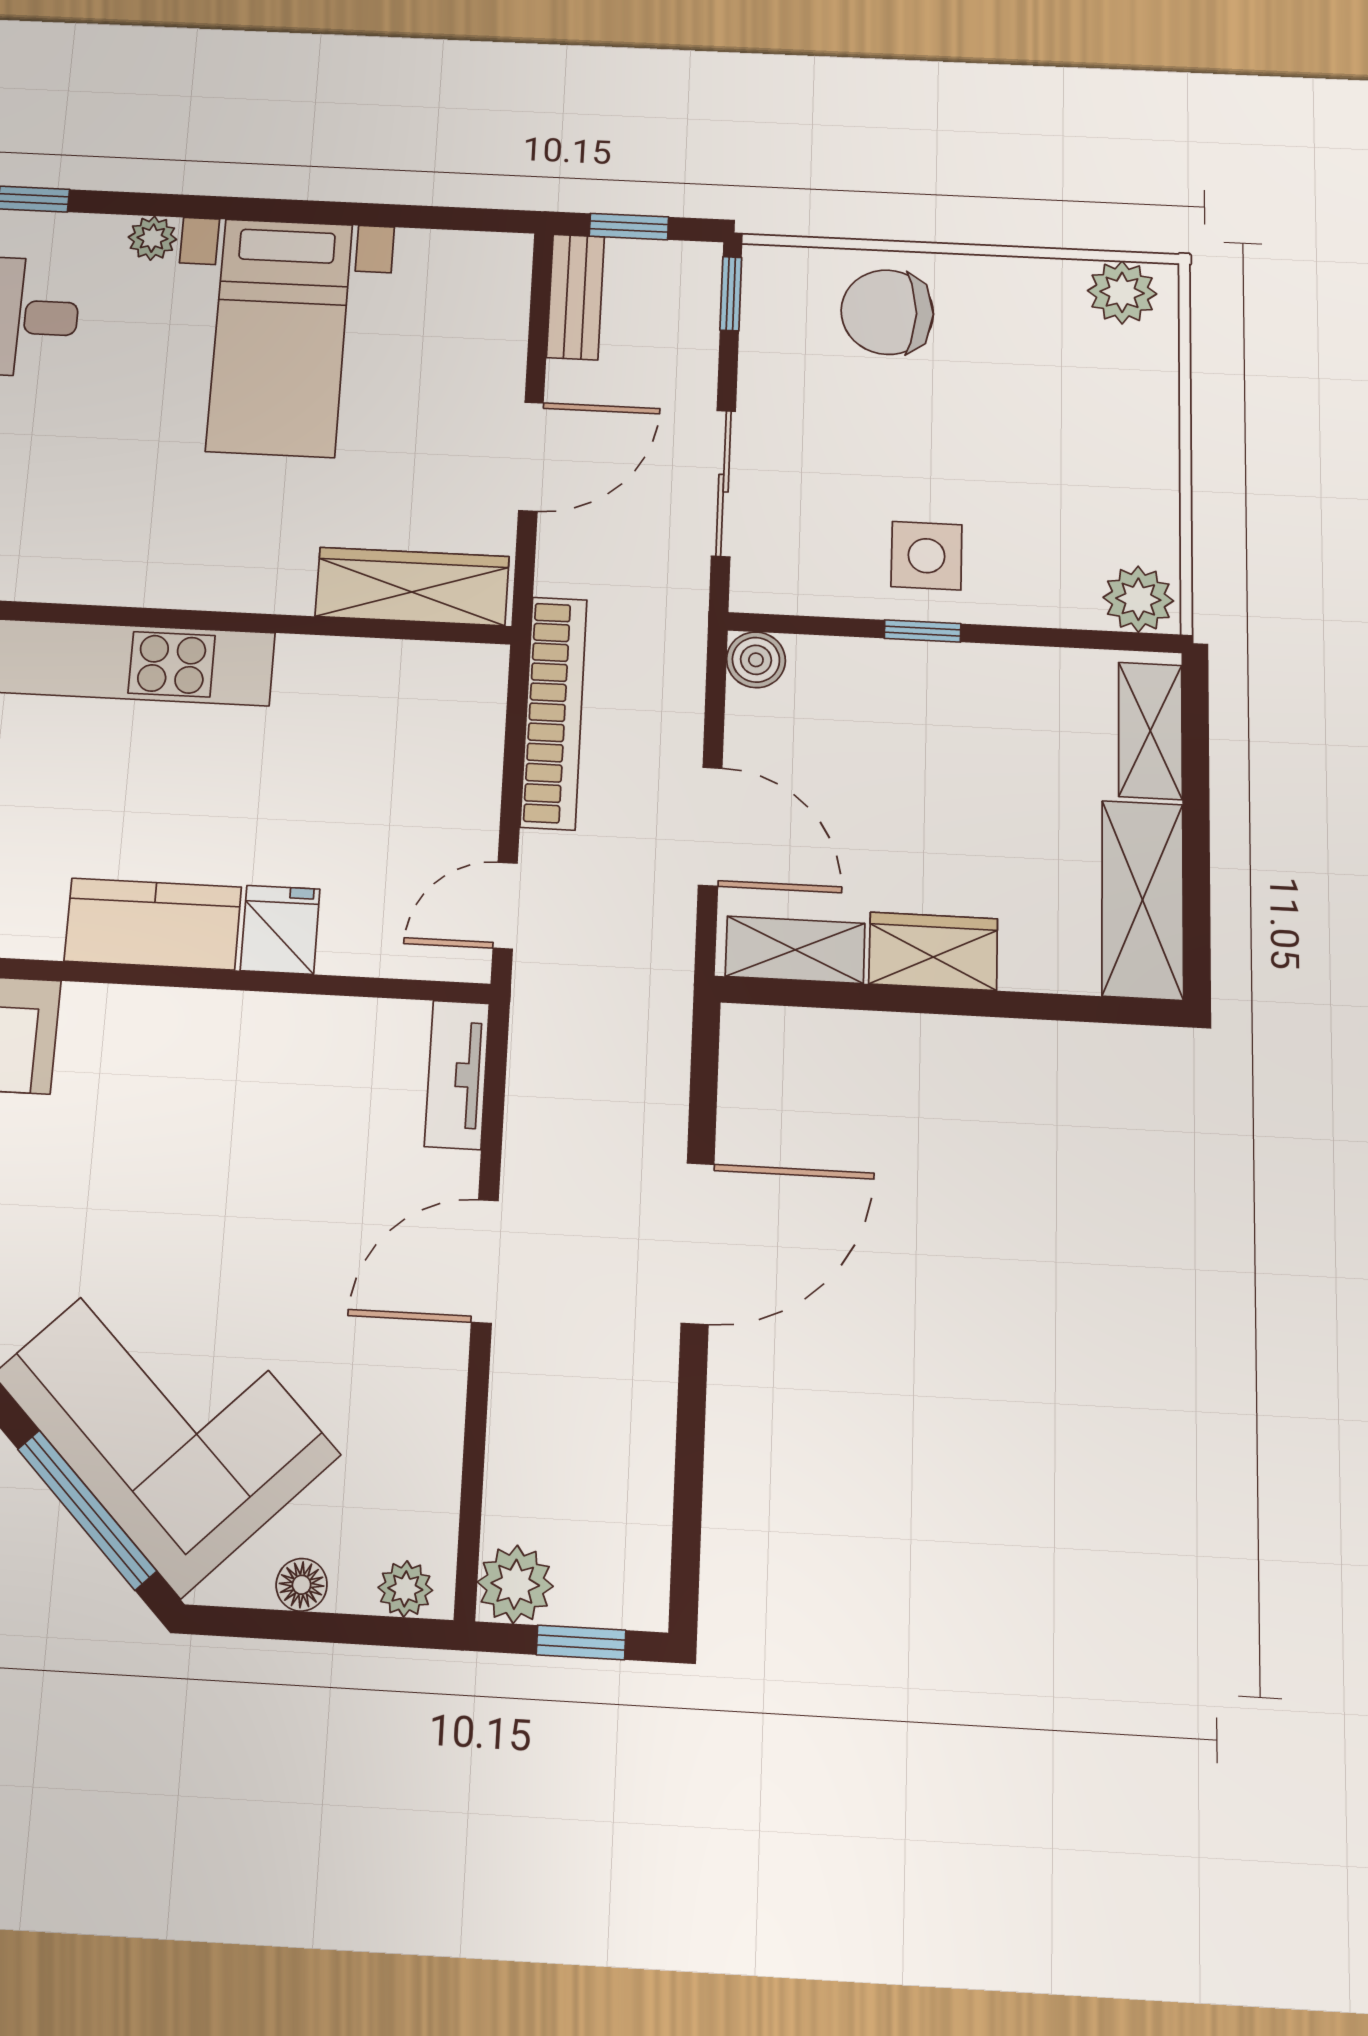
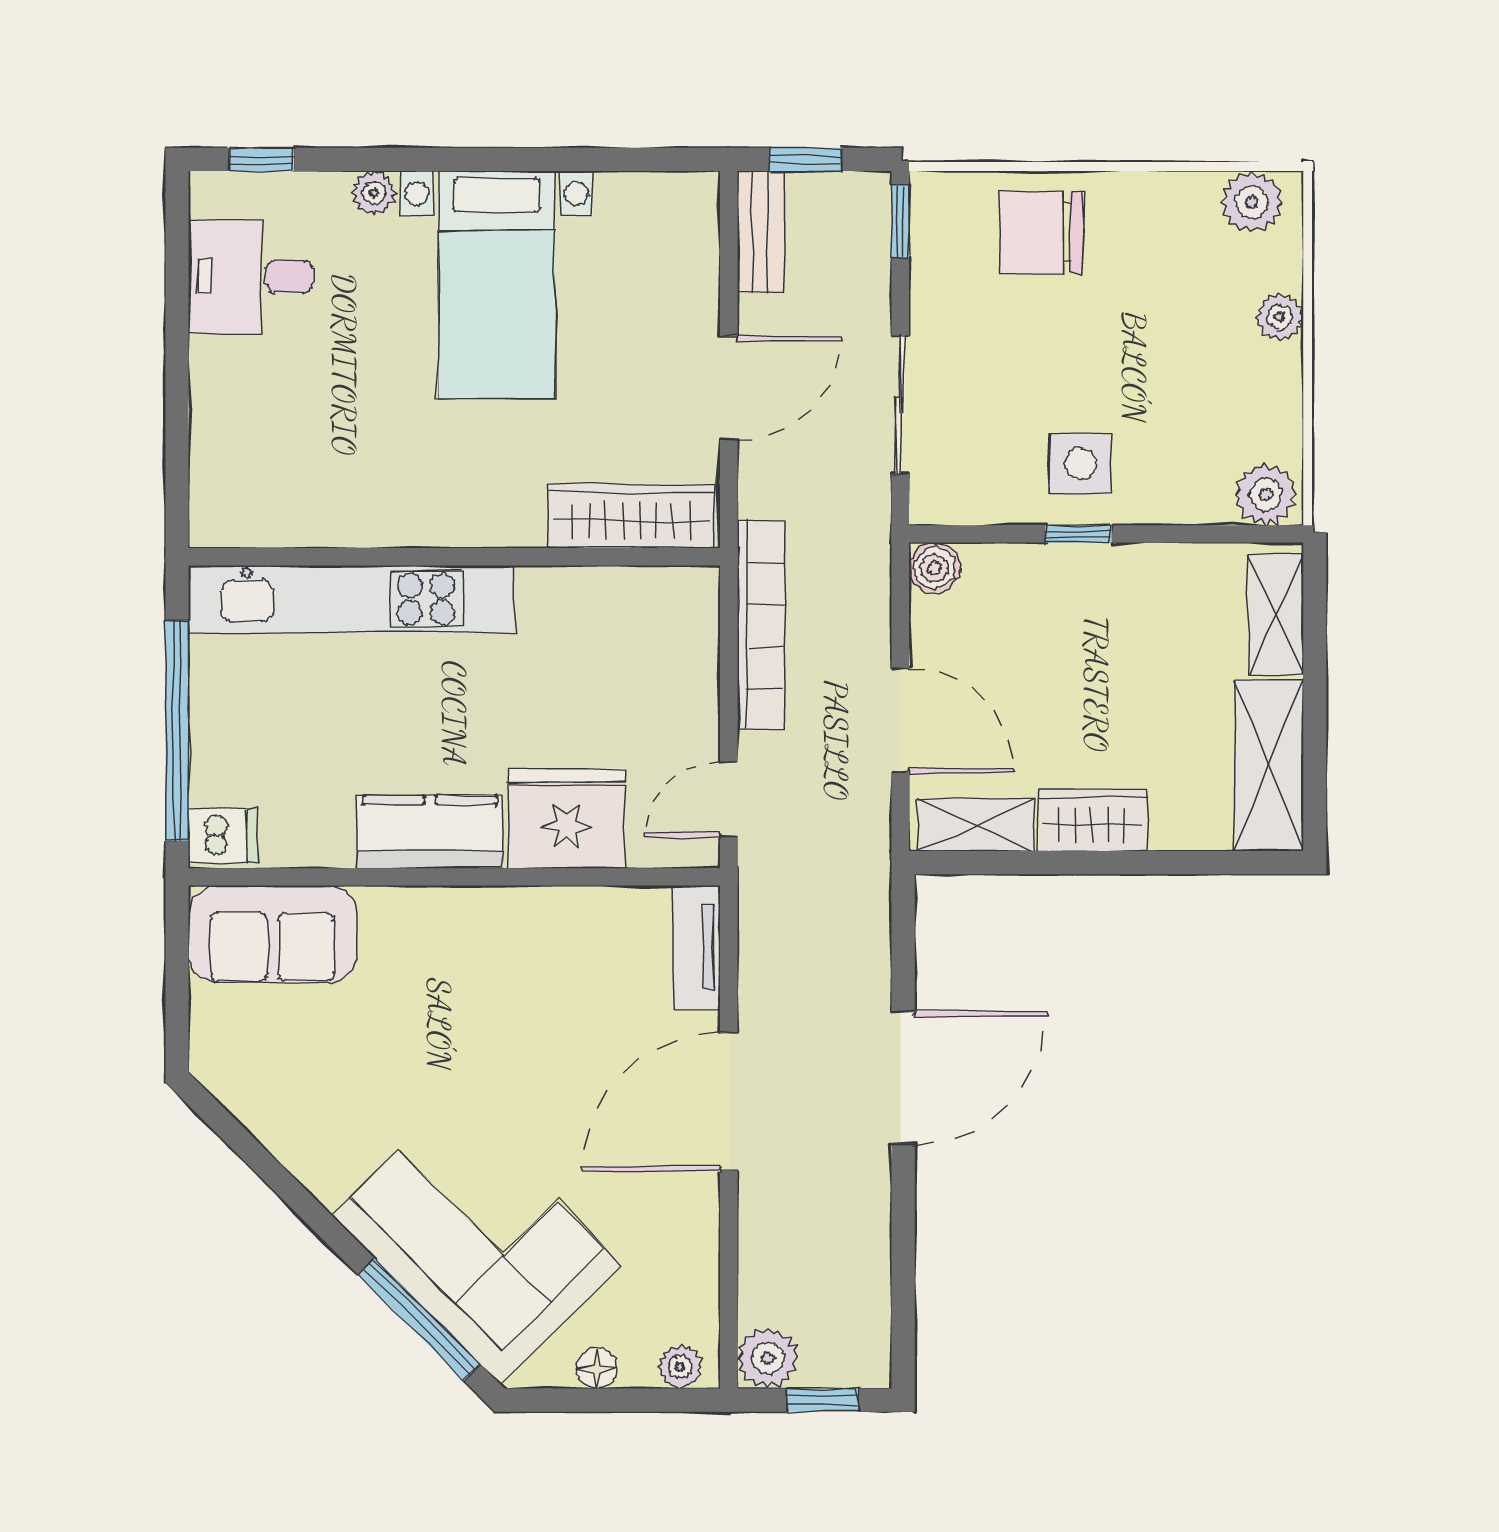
plant: (1154, 412) -> (1280, 317), added
fridge: (280, 930) -> (566, 818), width x1.88, depth x1.34
door: (485, 1261) -> (729, 1102), width x1.36

